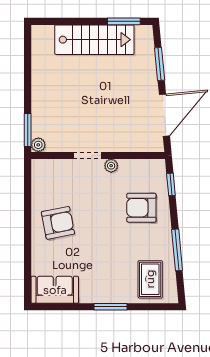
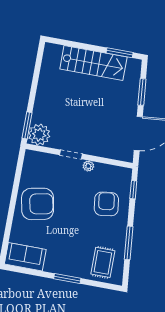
plant: (38, 145) -> (39, 135), width x1.88, depth x1.88
armchair: (141, 208) -> (106, 204), turned 82
armchair: (58, 223) -> (38, 204), width x1.36, depth x1.36

